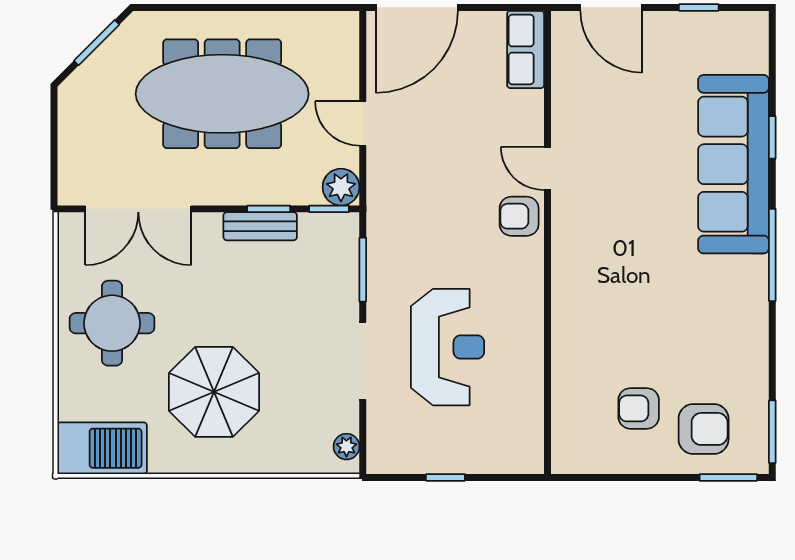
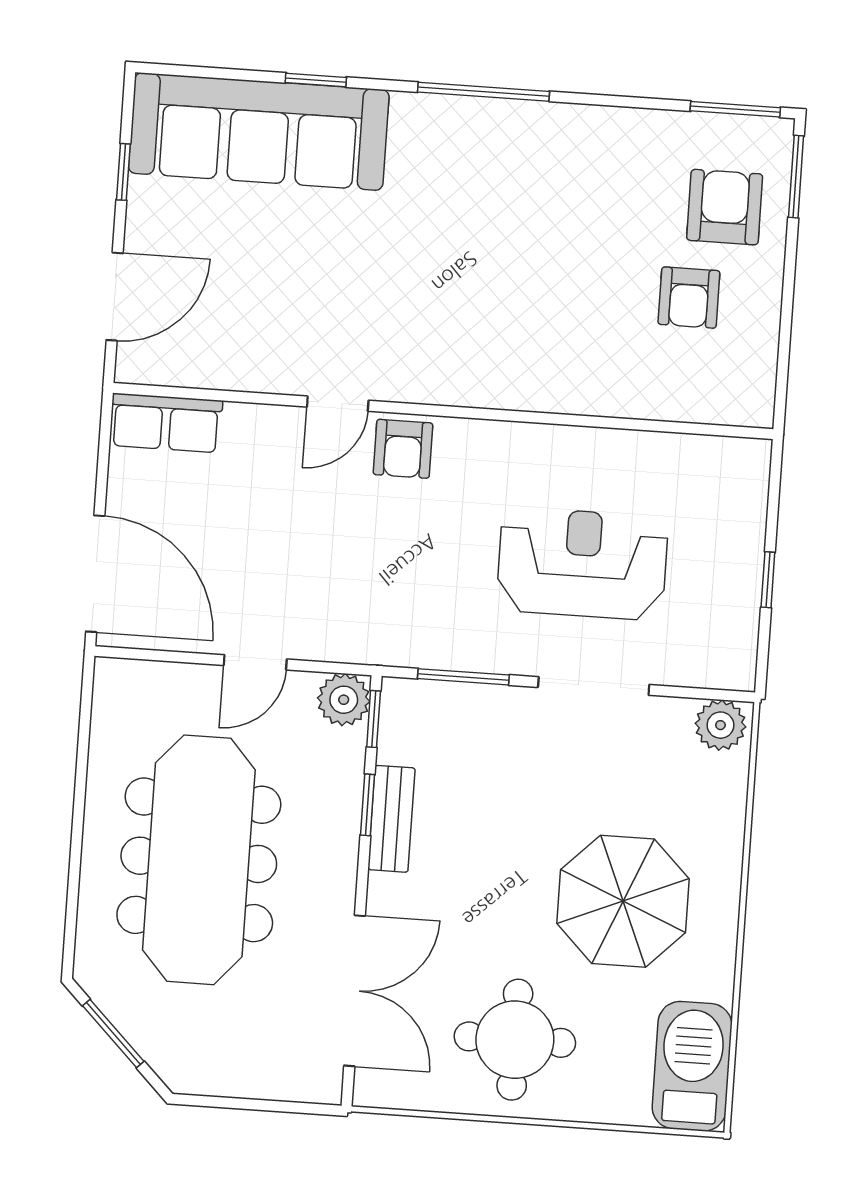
sofa: (734, 164) -> (259, 132), moved
plant: (346, 447) -> (720, 725), width x1.38, depth x1.38

